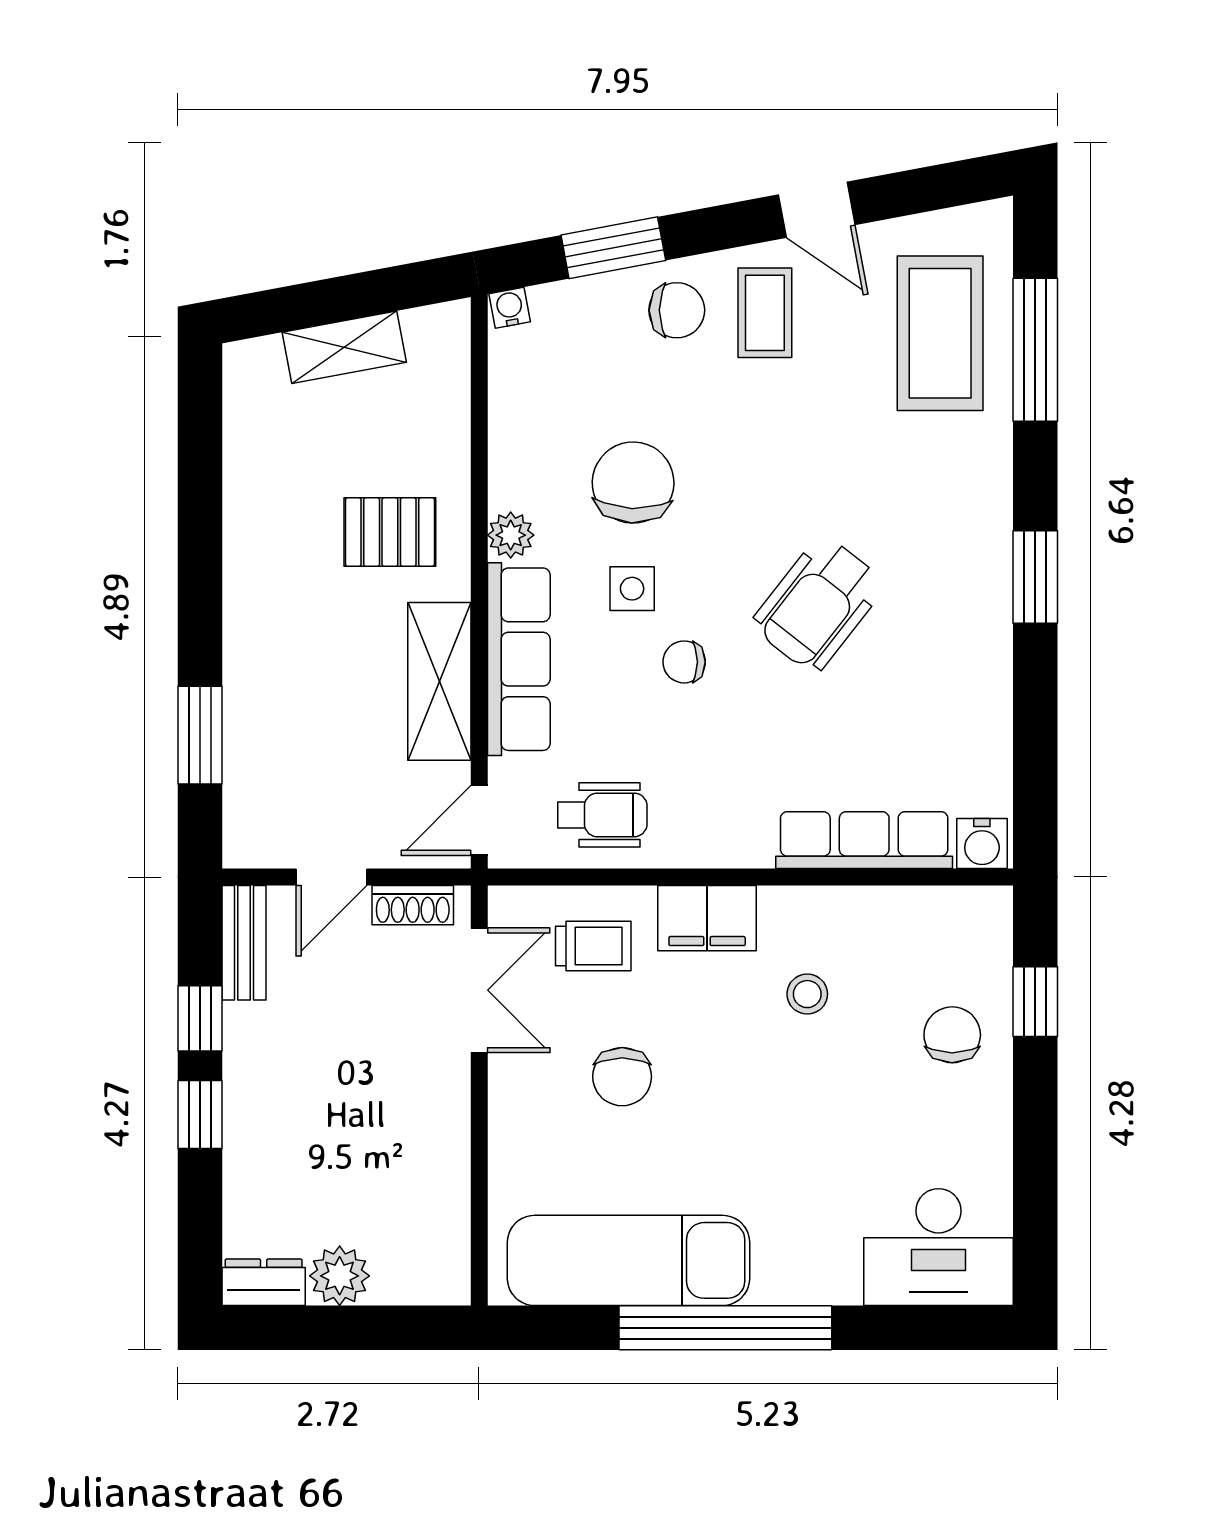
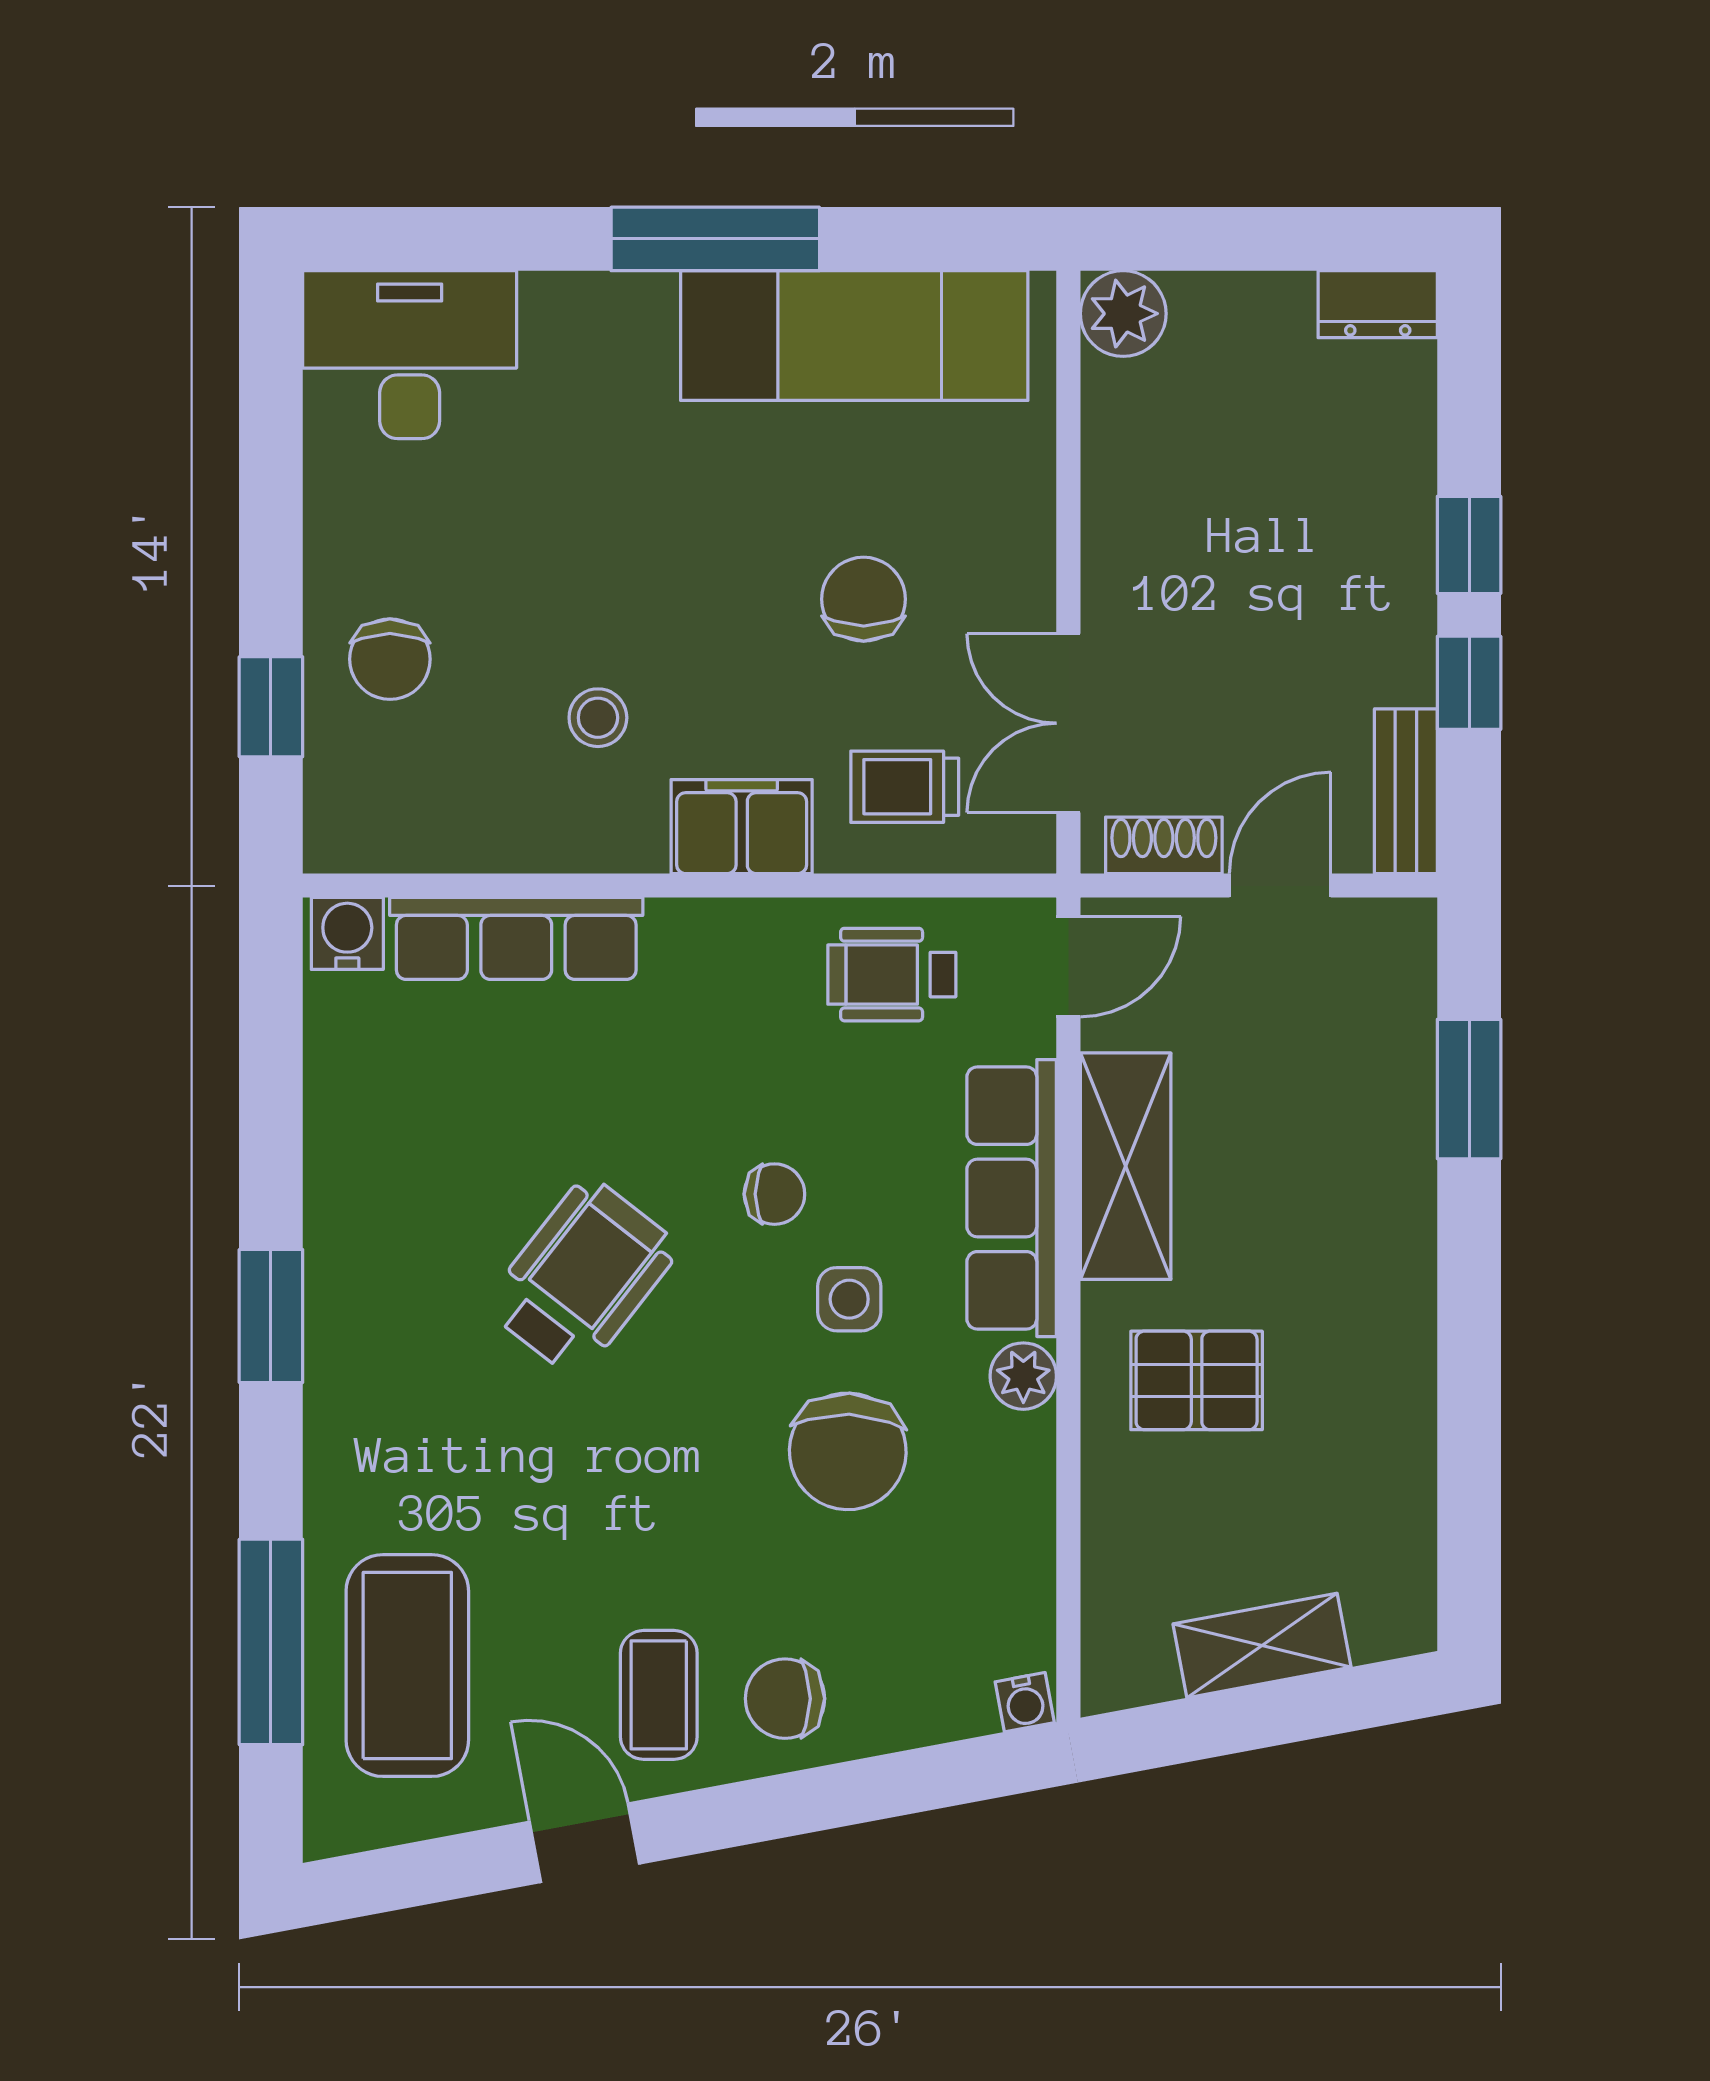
window: (613, 248) -> (876, 1788), removed
plant: (340, 1276) -> (1123, 314), moved
window: (725, 1328) -> (715, 239), width x0.68

